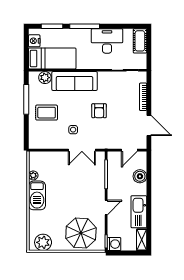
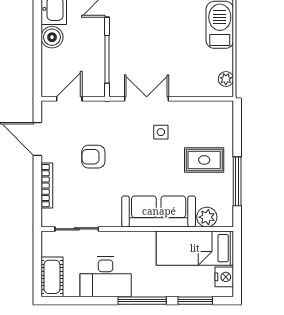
armchair: (99, 111) -> (93, 157), moved, turned -90
plant: (33, 175) -> (226, 79), moved
boiler: (140, 176) -> (52, 37), moved

